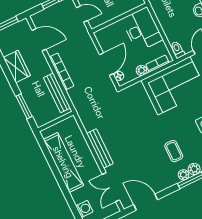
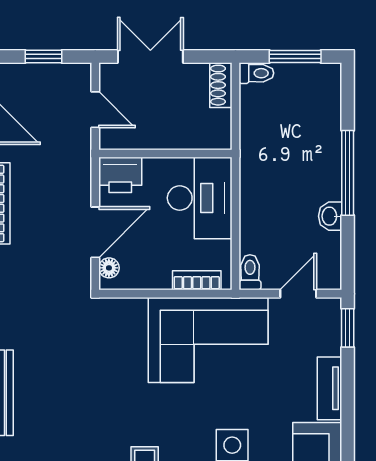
printer: (105, 36) -> (120, 175), added
plant: (142, 70) -> (159, 279), removed

